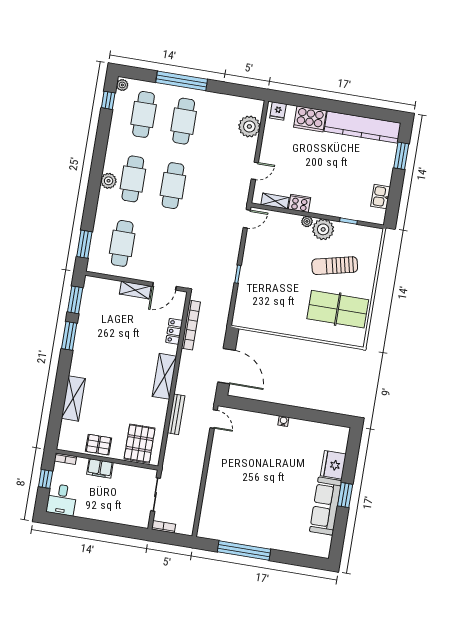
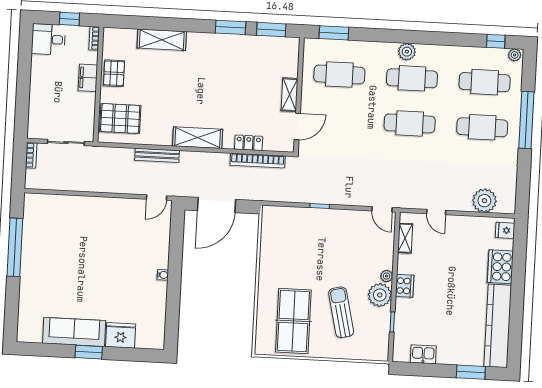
cooker: (300, 203) -> (405, 286), moved
door: (164, 286) -> (297, 126), swing flipped

